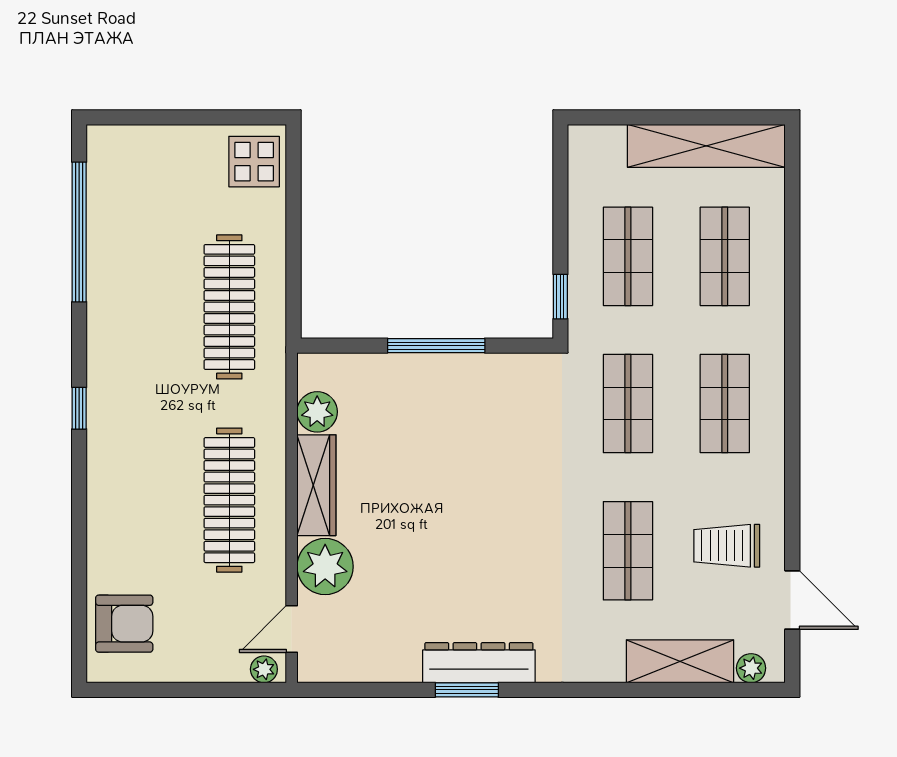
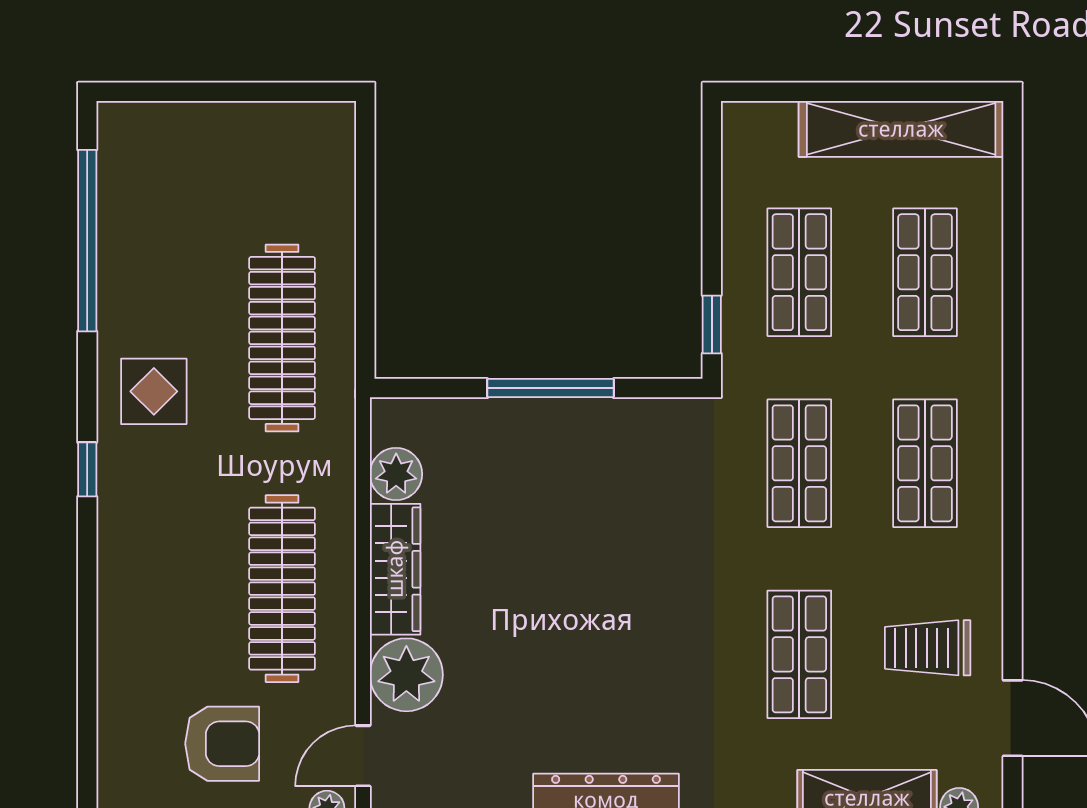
display table: (254, 162) -> (154, 391), moved
armchair: (124, 624) -> (222, 744), moved

